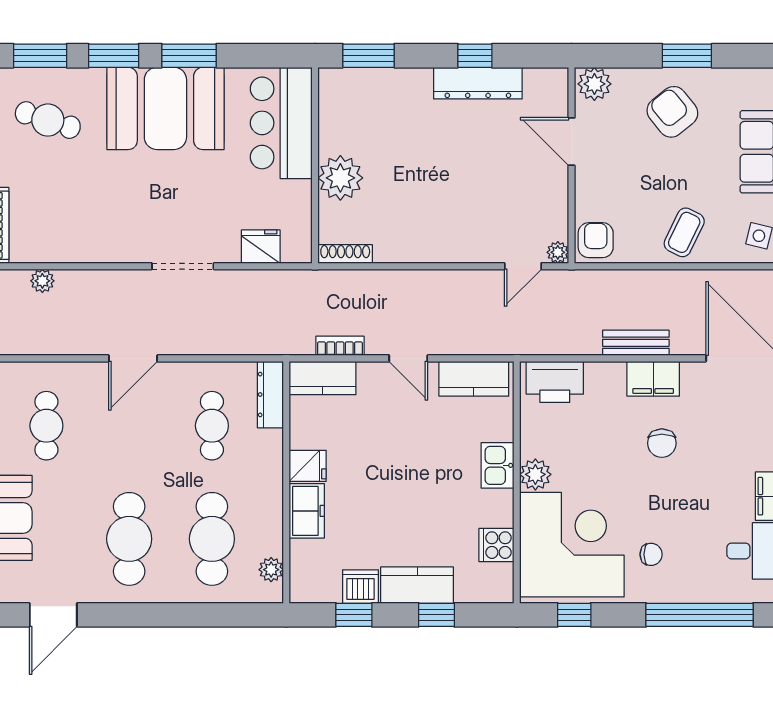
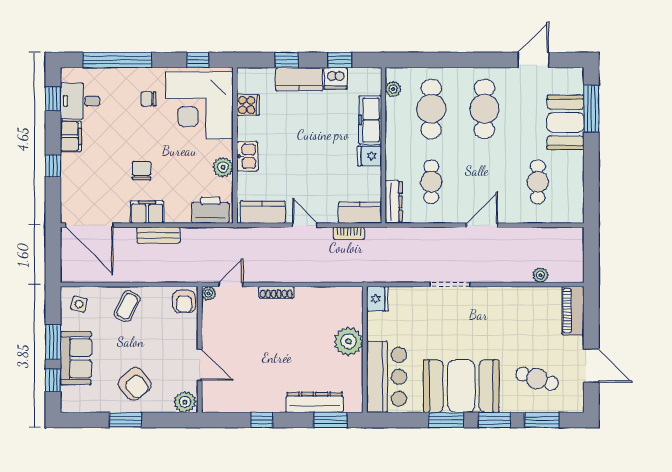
dresser: (478, 83) -> (315, 402), moved
fridge: (261, 247) -> (377, 299), moved, turned -90
shoe rack: (345, 254) -> (276, 292), moved
plant: (535, 474) -> (223, 167), moved
freezer: (307, 511) -> (370, 120), width x1.40

